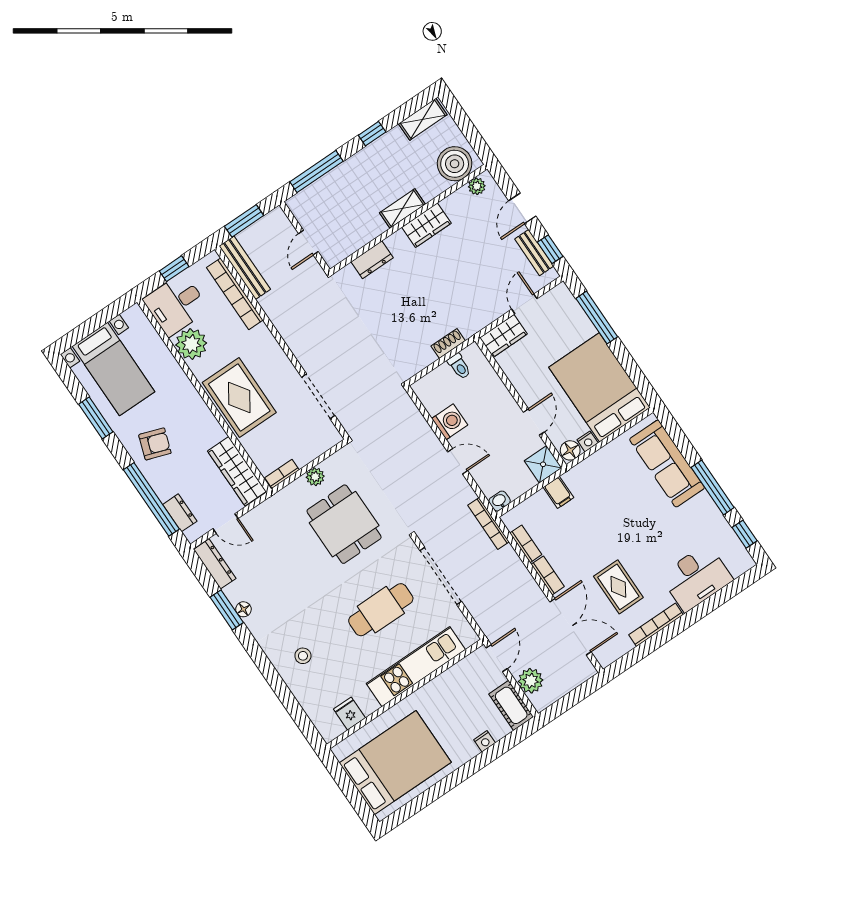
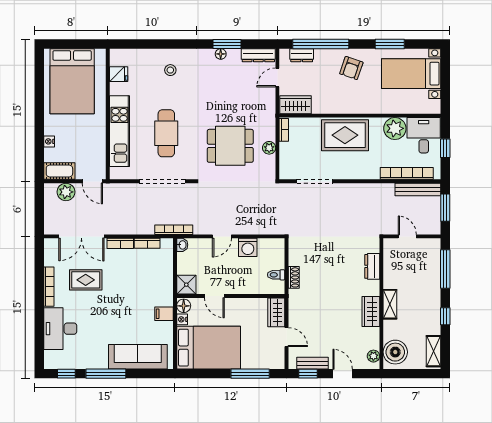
wardrobe: (237, 471) -> (295, 105), width x0.67
filing cabinet: (558, 492) -> (164, 314), moved

